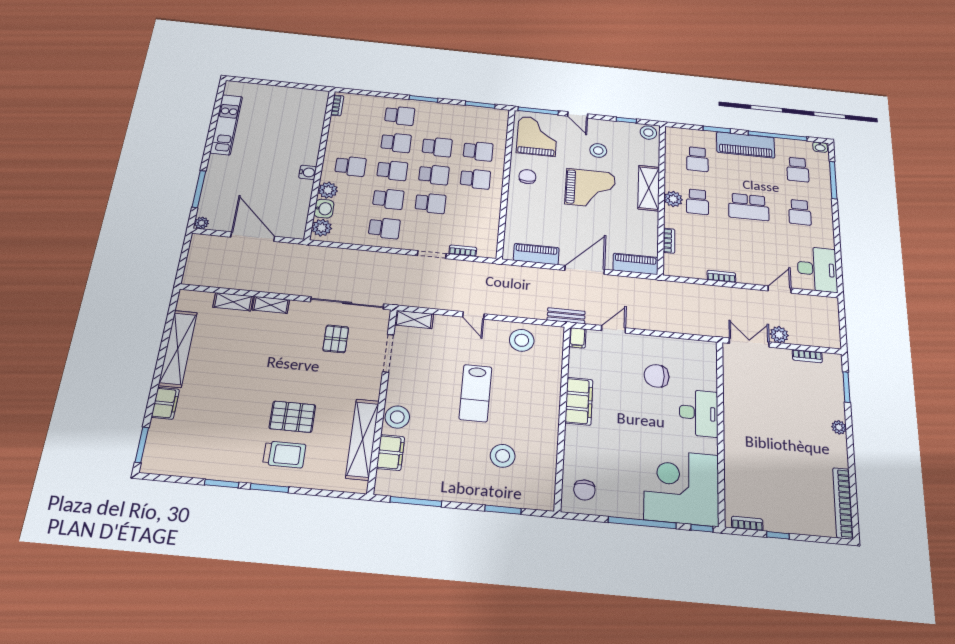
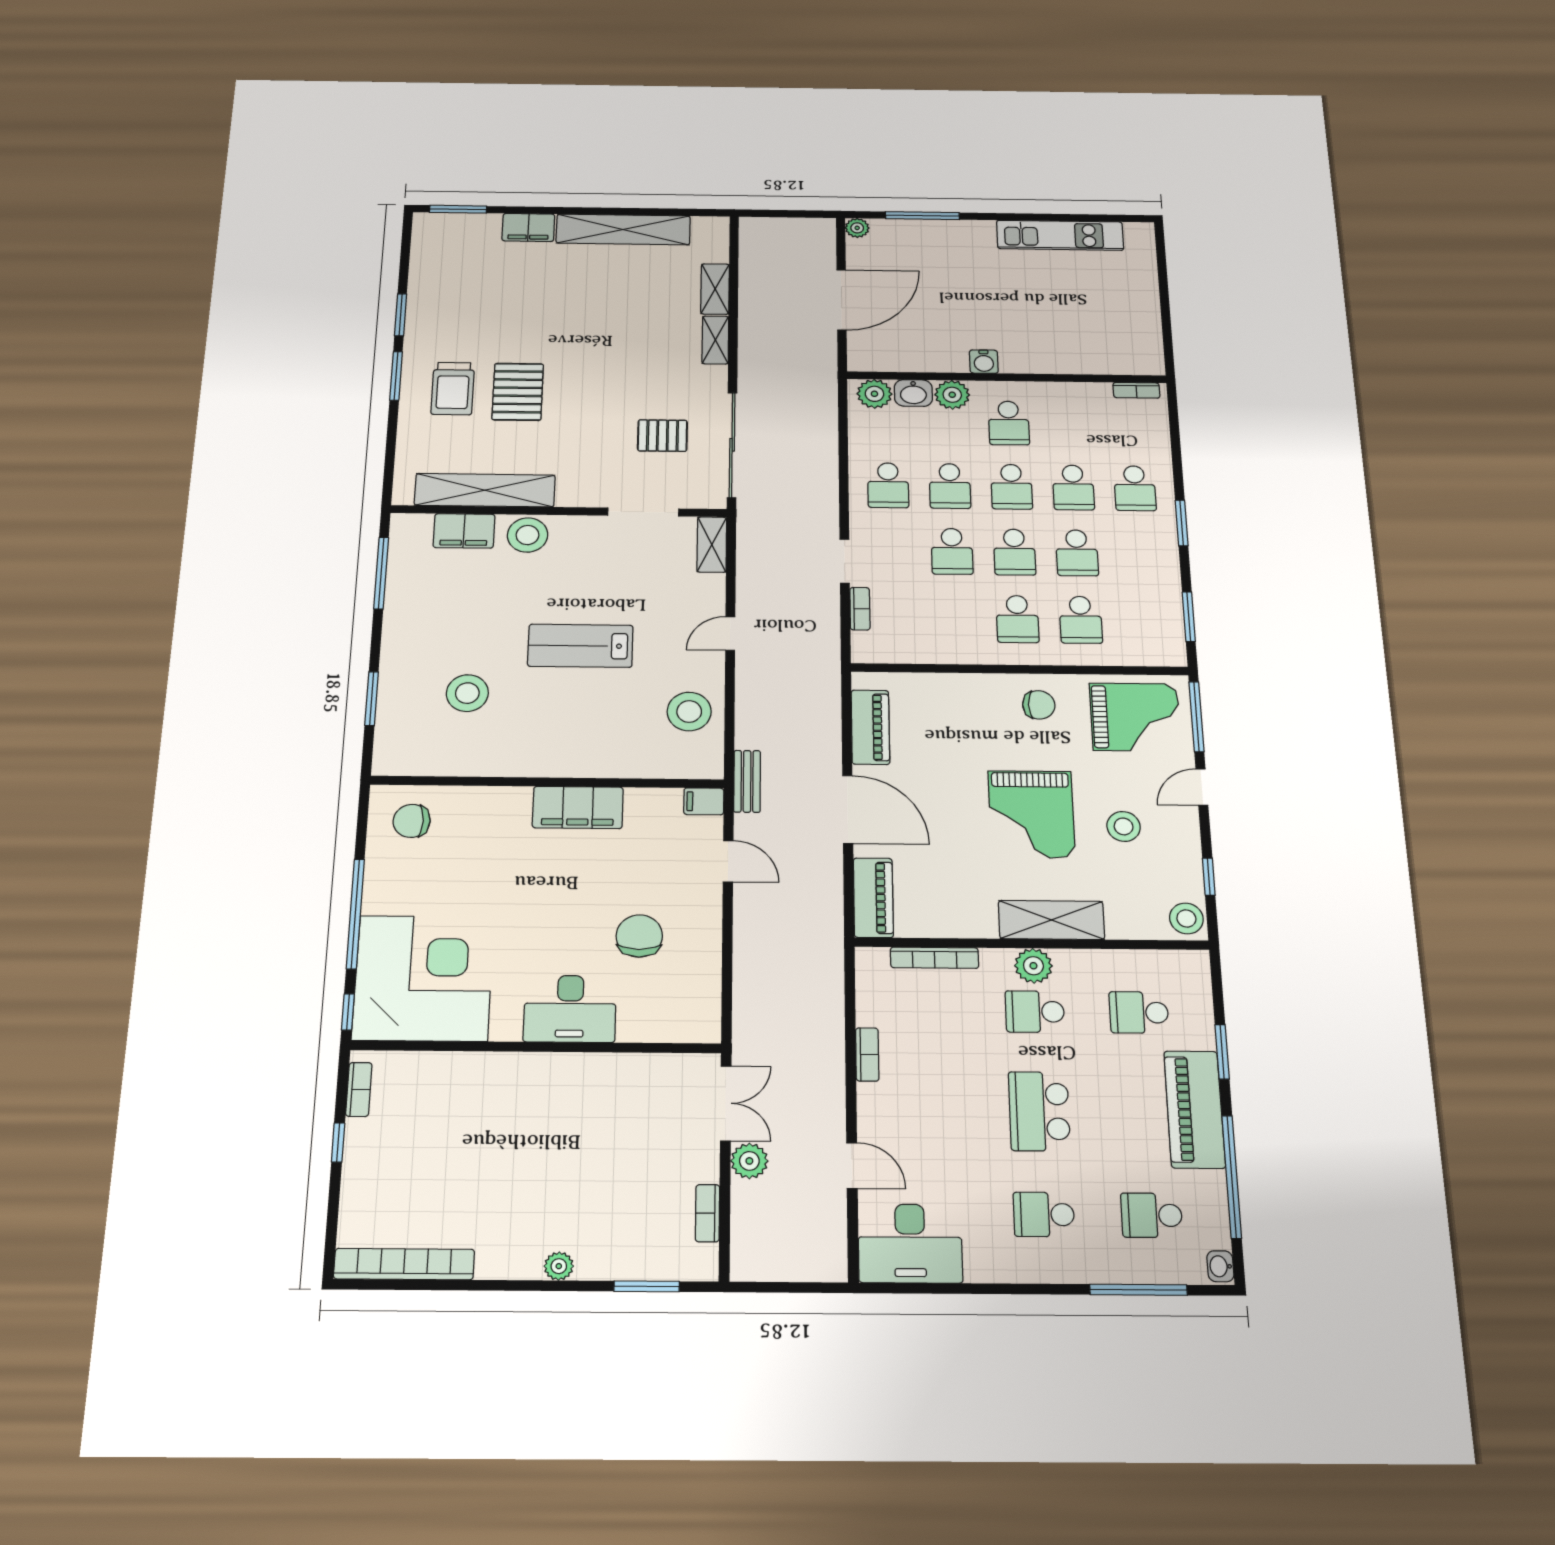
bookcase: (669, 241) -> (935, 958), width x1.56

